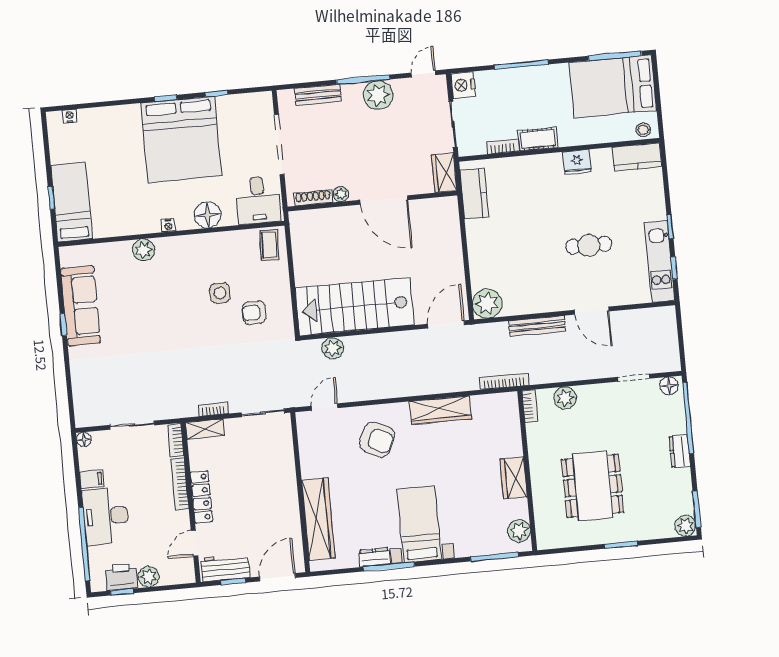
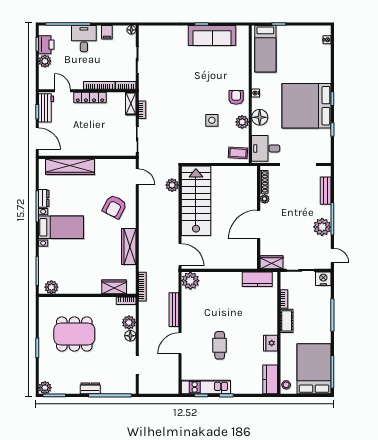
bed: (72, 202) -> (265, 49), moved, turned 90
plant: (144, 250) -> (242, 122), moved
armchair: (254, 313) -> (236, 97), moved
floor lamp: (669, 386) -> (130, 336), moved
wardrobe: (514, 478) -> (114, 287), moved
desk: (106, 516) -> (84, 39), width x0.73

